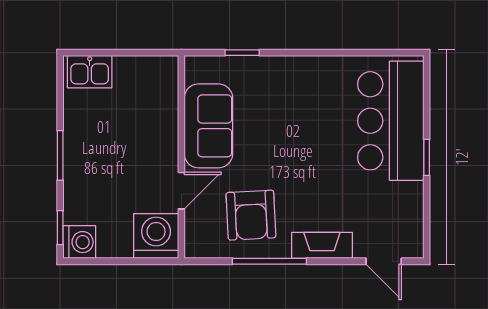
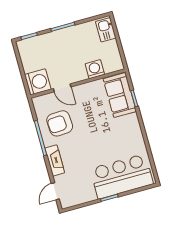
sofa: (208, 126) -> (120, 95), moved, turned 90
washing machine: (79, 242) -> (95, 69), moved, turned 180

